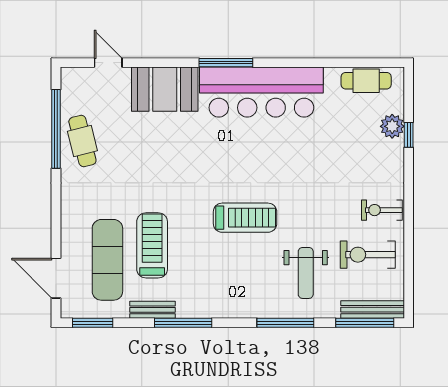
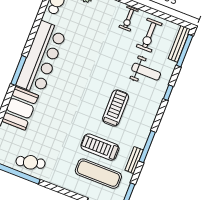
treadmill: (245, 218) -> (116, 108), moved
window: (285, 323) -> (168, 93), width x0.46

